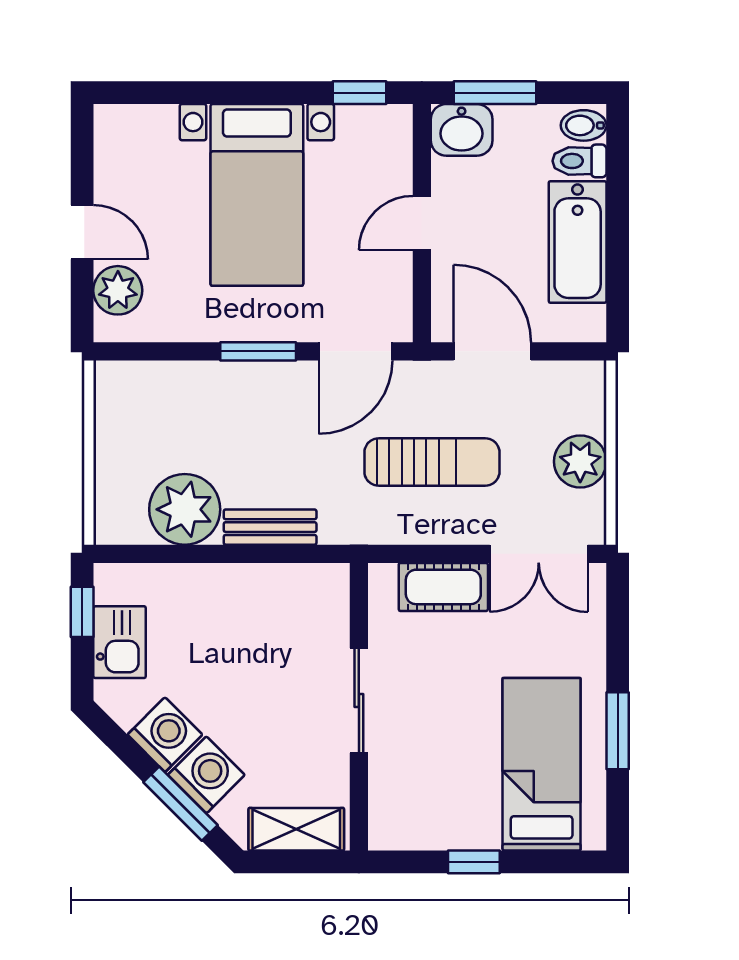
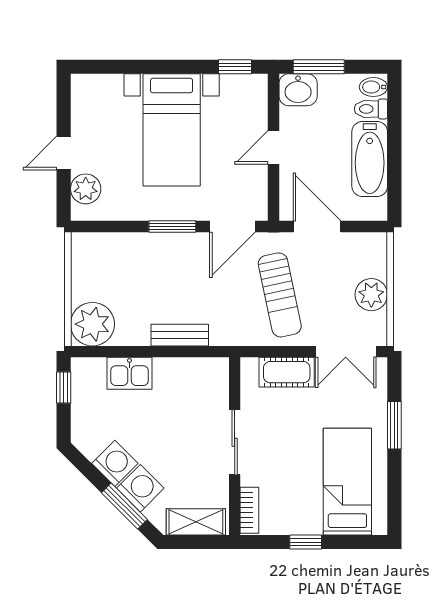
door: (82, 232) -> (64, 153), swing flipped
sun lounger: (432, 462) -> (280, 295), turned 78
plant: (185, 509) -> (92, 324), moved
kitchen sink: (120, 642) -> (130, 373), moved, turned 90
window: (618, 731) -> (394, 425), moved
bookcase: (383, 810) -> (249, 510), added

